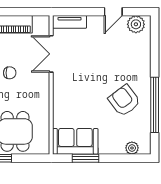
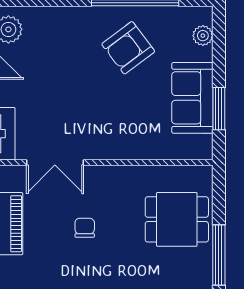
sofa: (75, 141) -> (192, 98), moved

